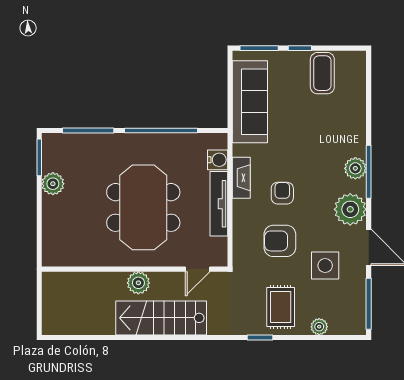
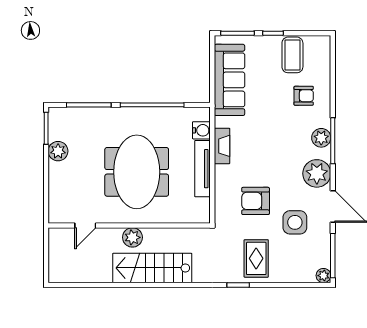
armchair: (282, 193) -> (304, 96), moved, turned 90
door: (198, 269) -> (85, 225), moved
plant: (319, 327) -> (323, 276), moved

